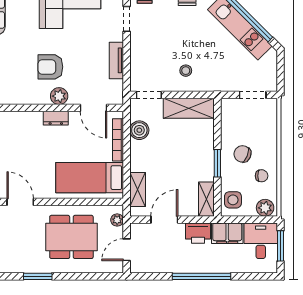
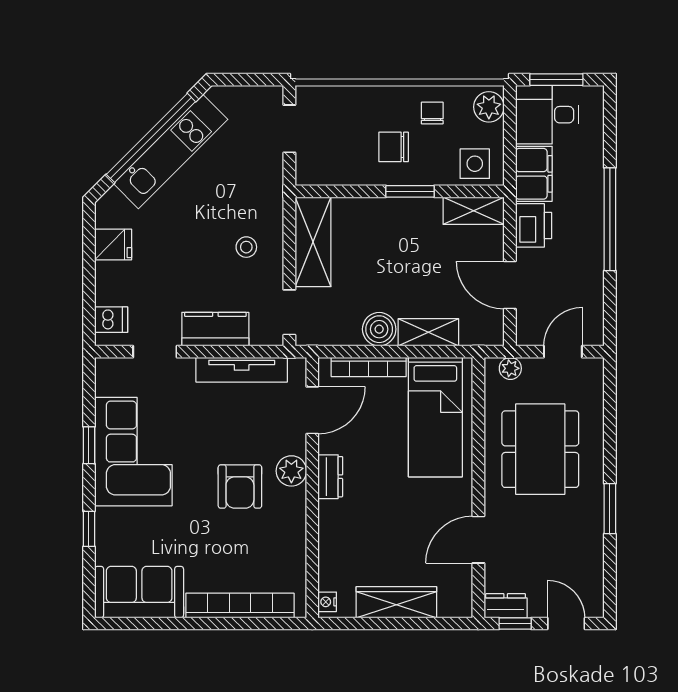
kitchen counter: (139, 53) -> (215, 329), added
tv unit: (116, 60) -> (242, 370), width x1.41
boiler: (139, 130) -> (379, 329), moved
chair: (242, 154) -> (394, 147), turned 68
shelving: (138, 189) -> (428, 332), moved
door: (127, 250) -> (563, 352), swing flipped

